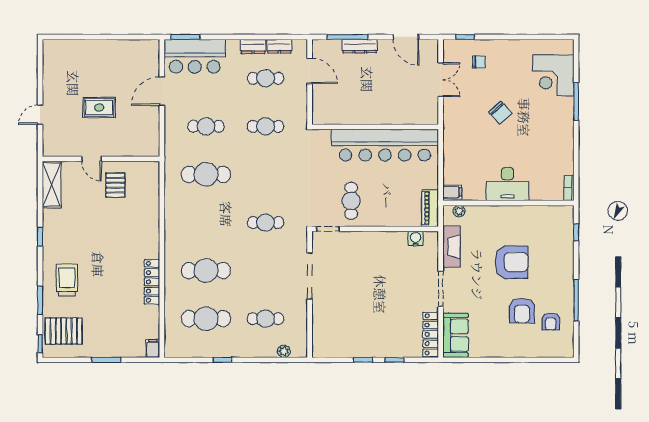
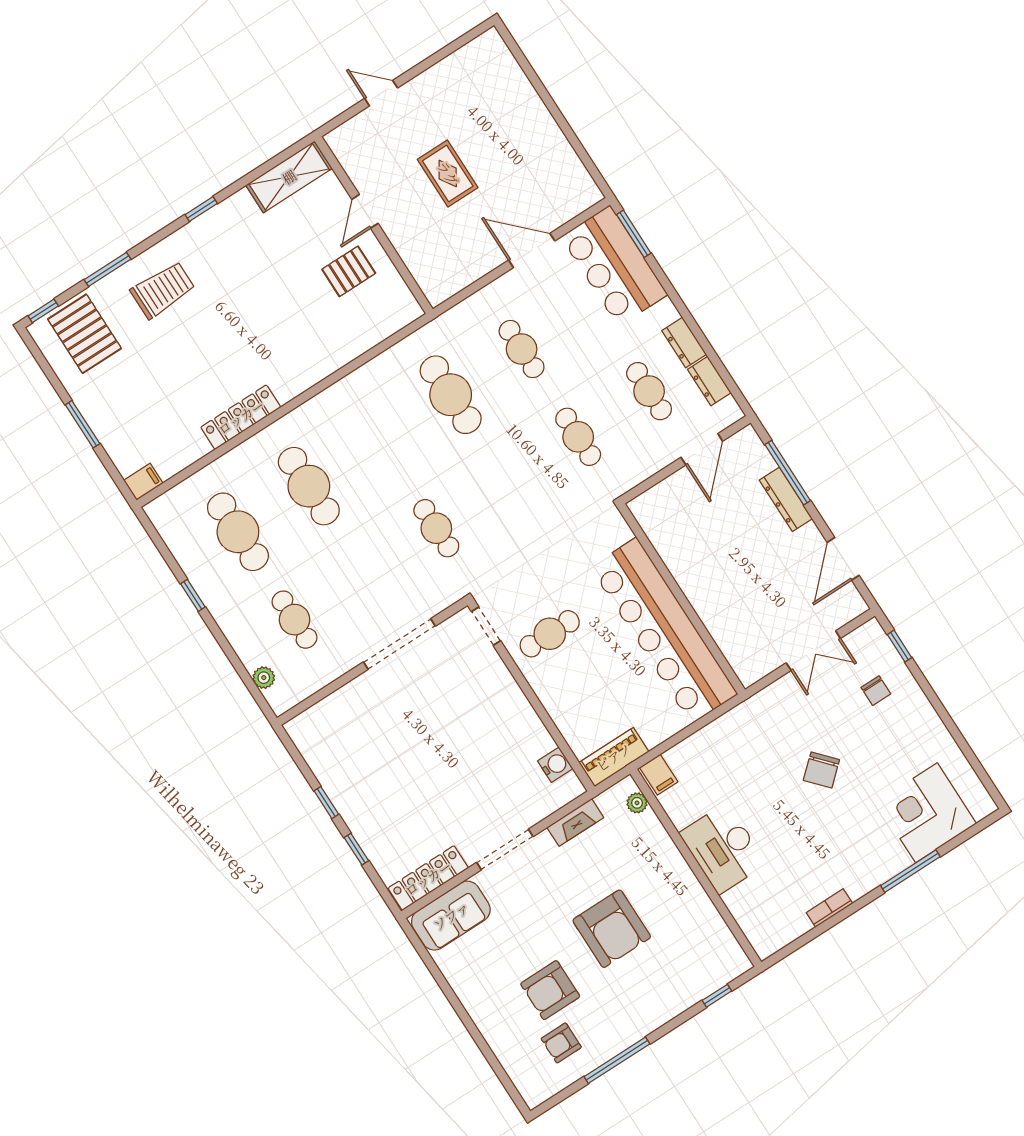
bookcase: (569, 188) -> (829, 908), moved
fireplace: (451, 247) -> (575, 822), width x0.73, depth x0.76

